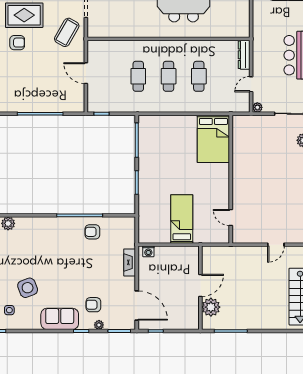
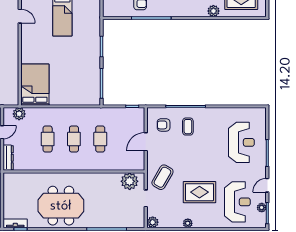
plant: (105, 28) -> (130, 181), added
armchair: (17, 43) -> (164, 125), moved
door: (86, 73) -> (146, 142), swing flipped
coffee table: (38, 91) -> (188, 127), added
plant: (231, 105) -> (19, 114), added

